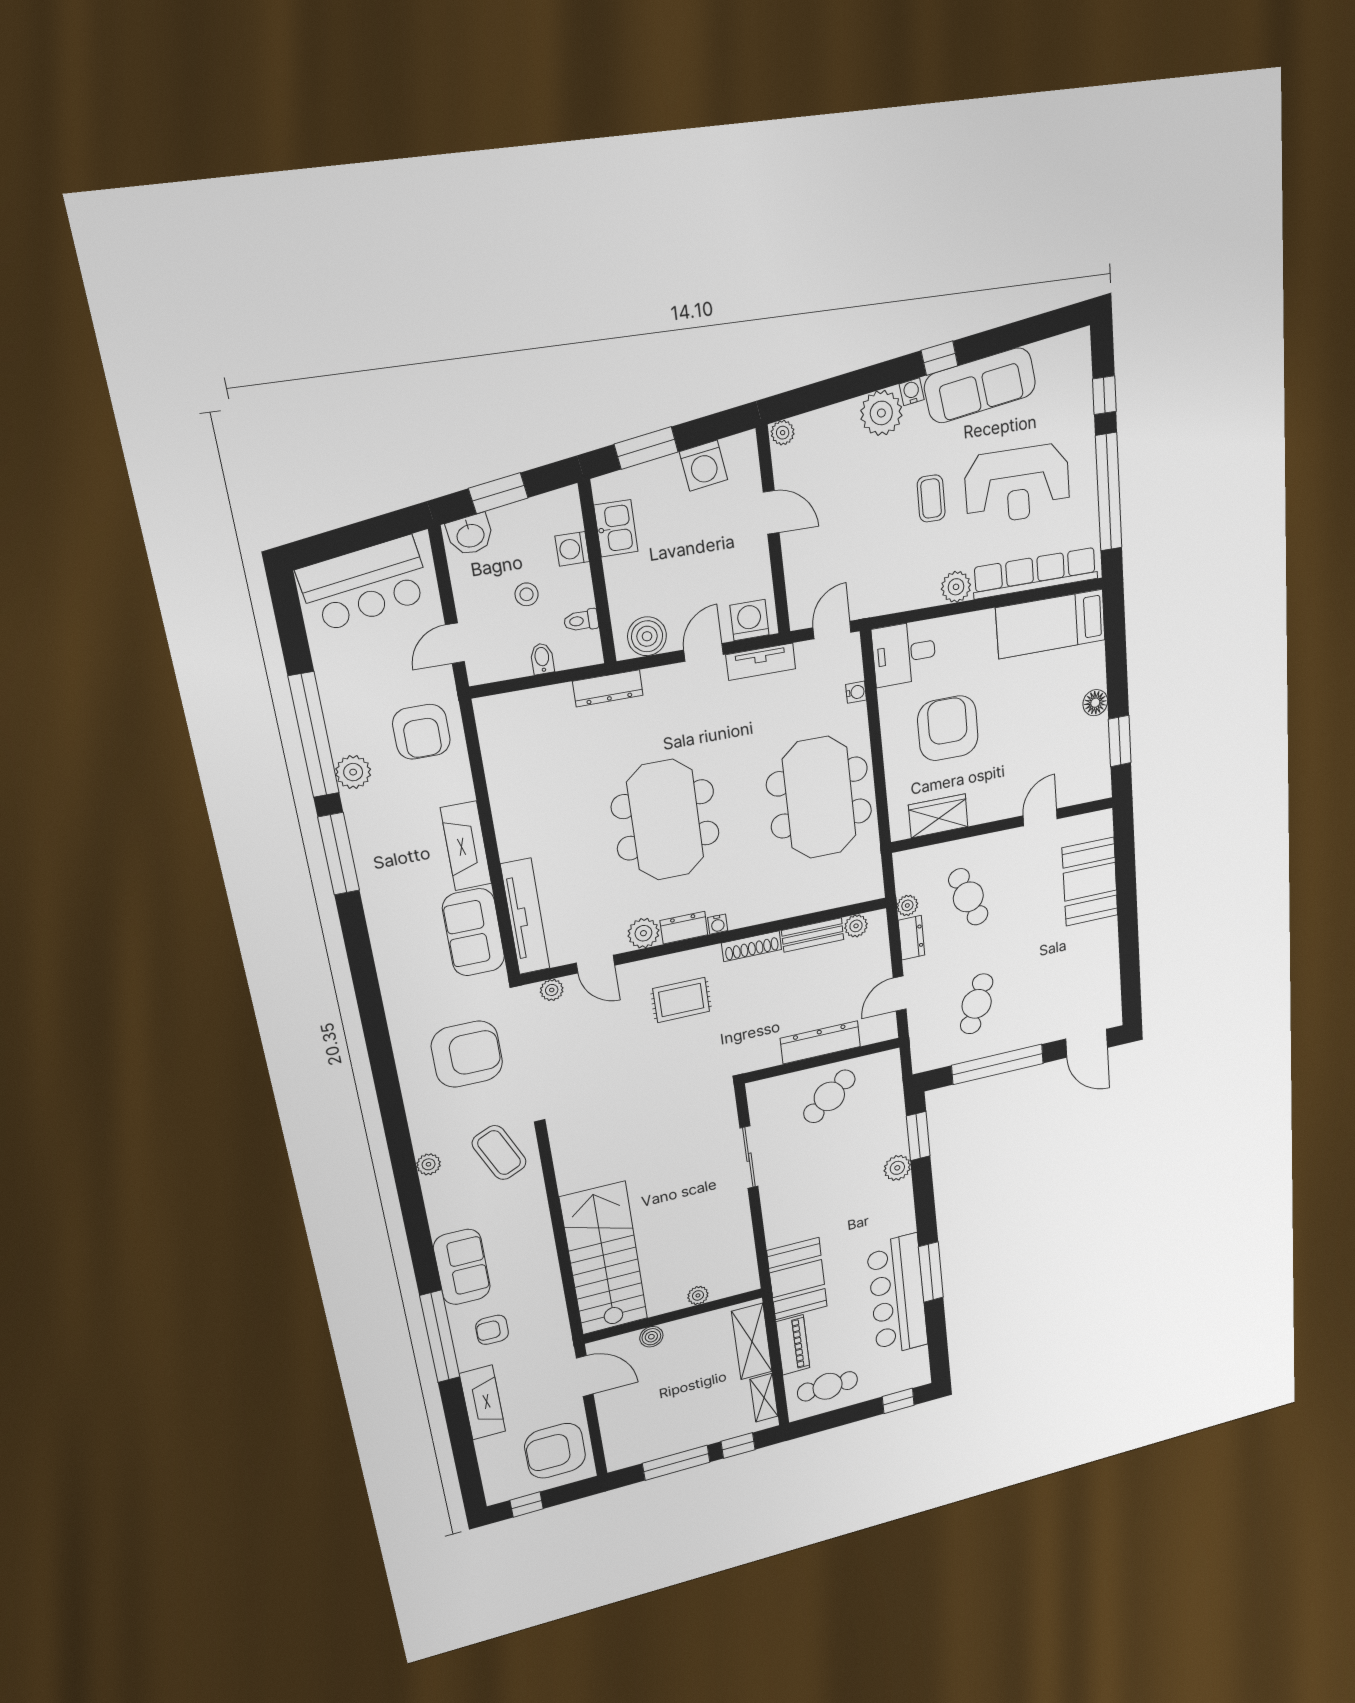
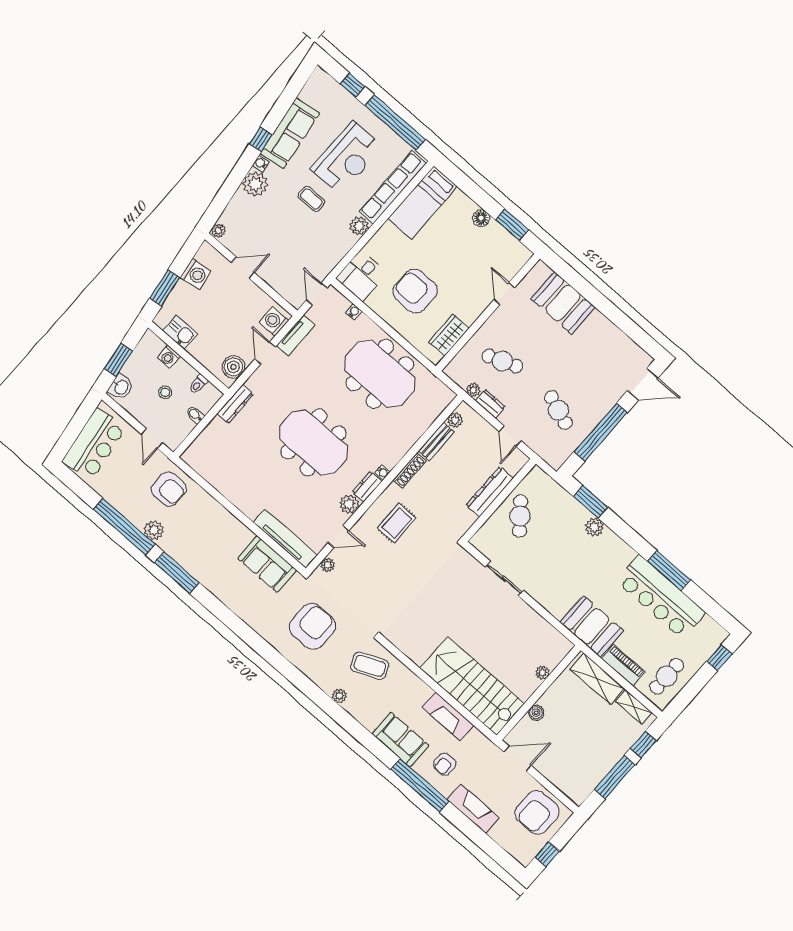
fireplace: (466, 846) -> (448, 716), moved

